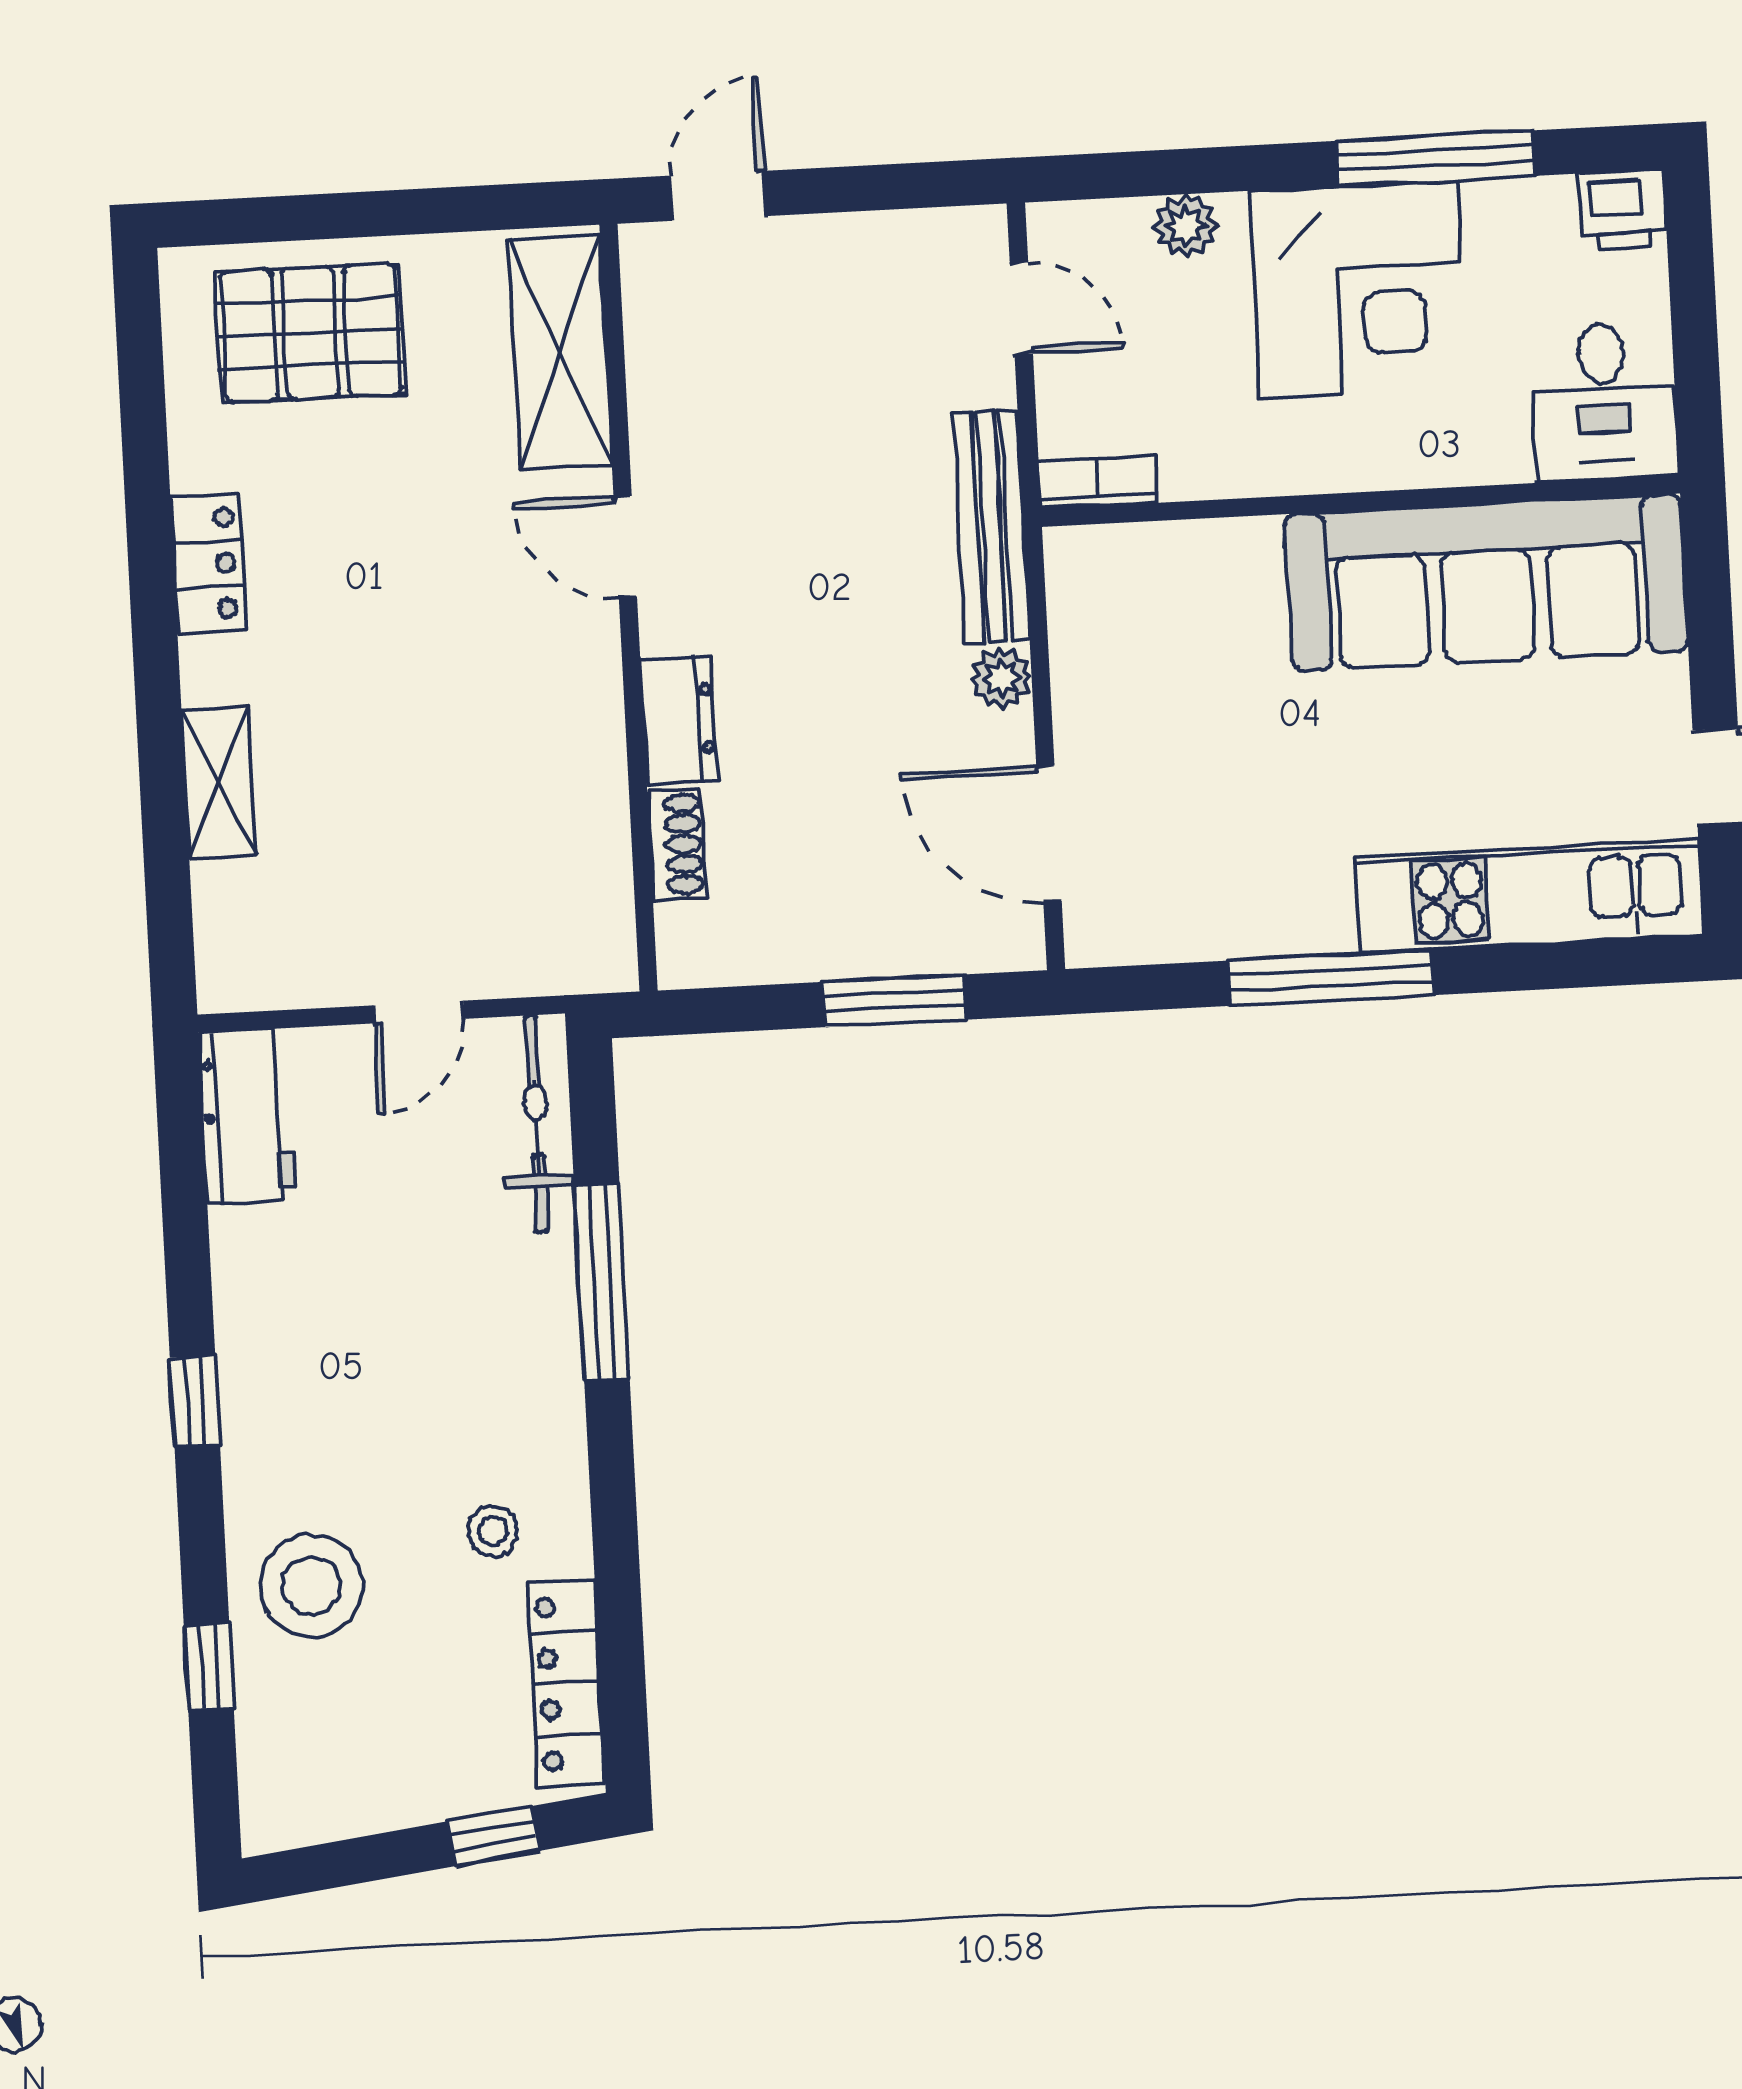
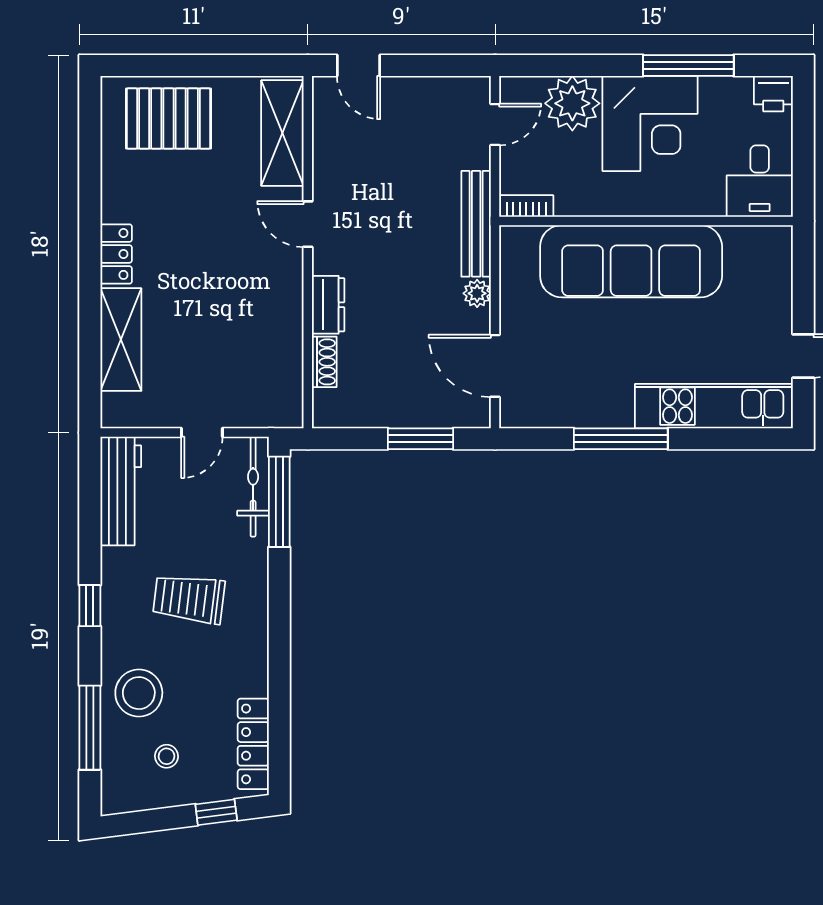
door: (718, 196) -> (359, 66), swing flipped
plant: (1185, 226) -> (572, 103), width x1.87, depth x1.87
door: (1021, 308) -> (495, 124), hinge flipped
locker: (208, 564) -> (116, 254), moved
sofa: (1487, 582) -> (631, 261), moved
shelving: (219, 782) -> (121, 340), width x1.50, depth x1.33
workbench: (247, 1116) -> (121, 491), width x1.38
window: (602, 1282) -> (279, 502), moved
trolley: (409, 1375) -> (189, 599), added
stool: (493, 1531) -> (167, 756), moved
window: (209, 1667) -> (90, 728), width x2.17

